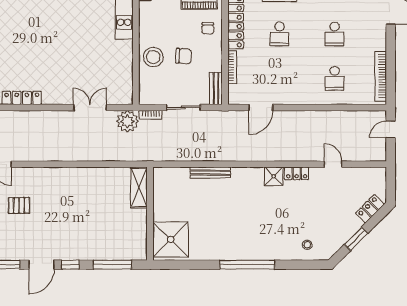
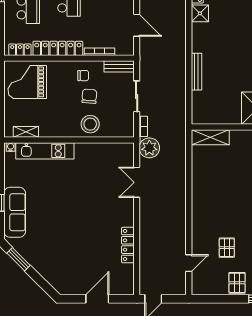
chair: (208, 28) -> (83, 76), moved

